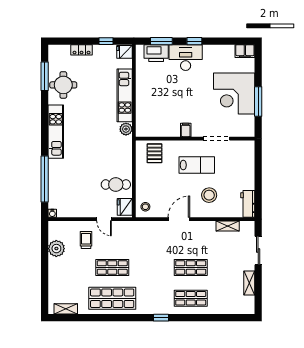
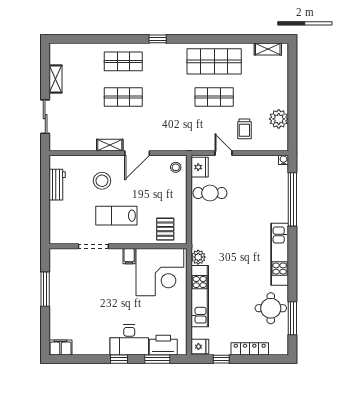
locker: (82, 50) -> (250, 349), width x1.53
corner desk: (234, 93) -> (160, 272), moved, turned 90
workbench: (248, 204) -> (57, 185), moved
shelving: (228, 226) -> (110, 145), moved

